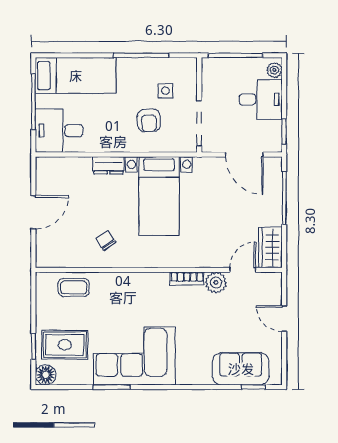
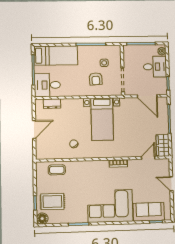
dresser: (108, 165) -> (52, 104), moved
plant: (216, 282) -> (134, 165), removed
corner sofa: (134, 356) -> (110, 206), moved

